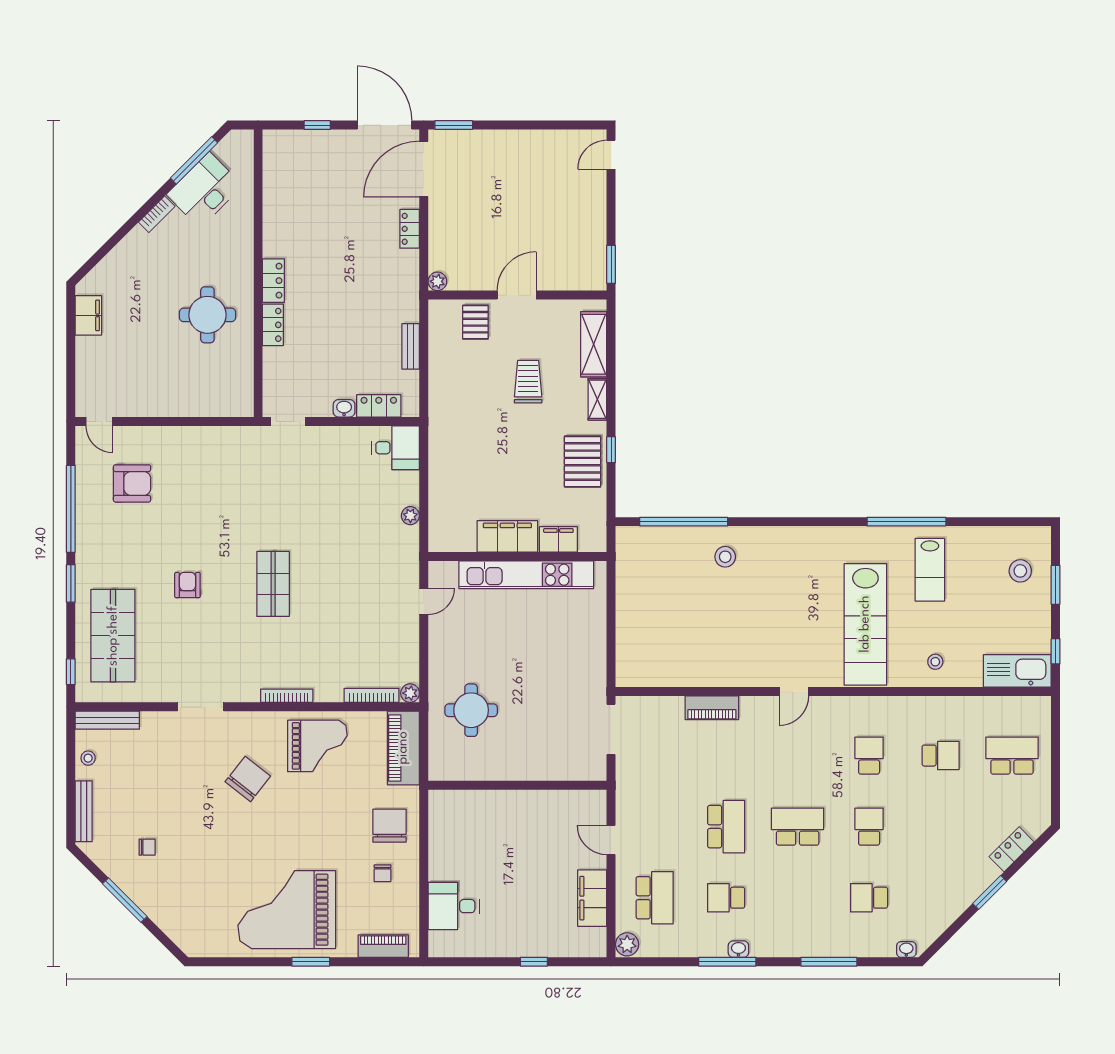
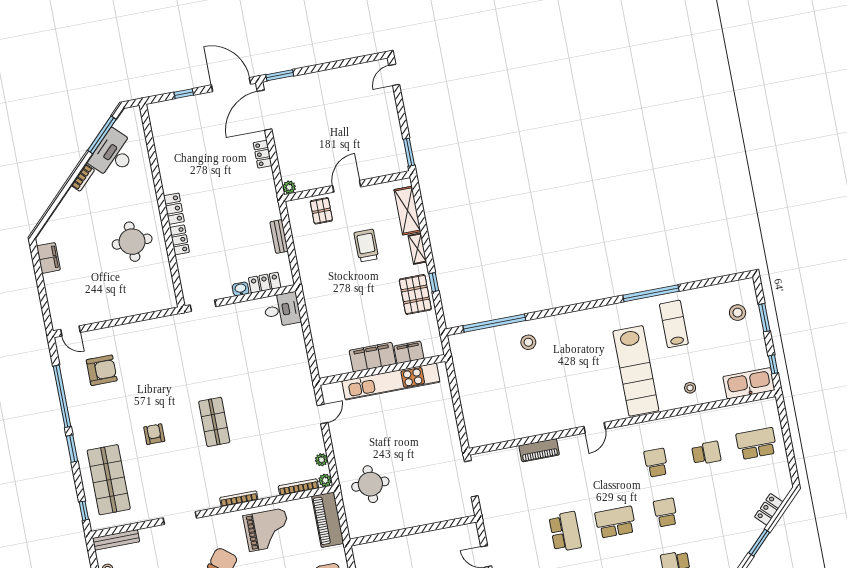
plant: (410, 516) -> (321, 460), moved
lab bench: (930, 570) -> (674, 324), turned 180

